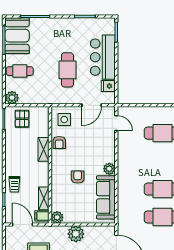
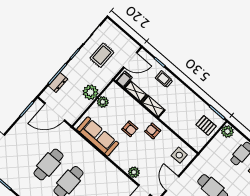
armchair: (59, 143) -> (153, 131), moved
shelving: (43, 149) -> (153, 106), moved
plant: (109, 169) -> (134, 172), moved
plant: (57, 217) -> (103, 102), moved

